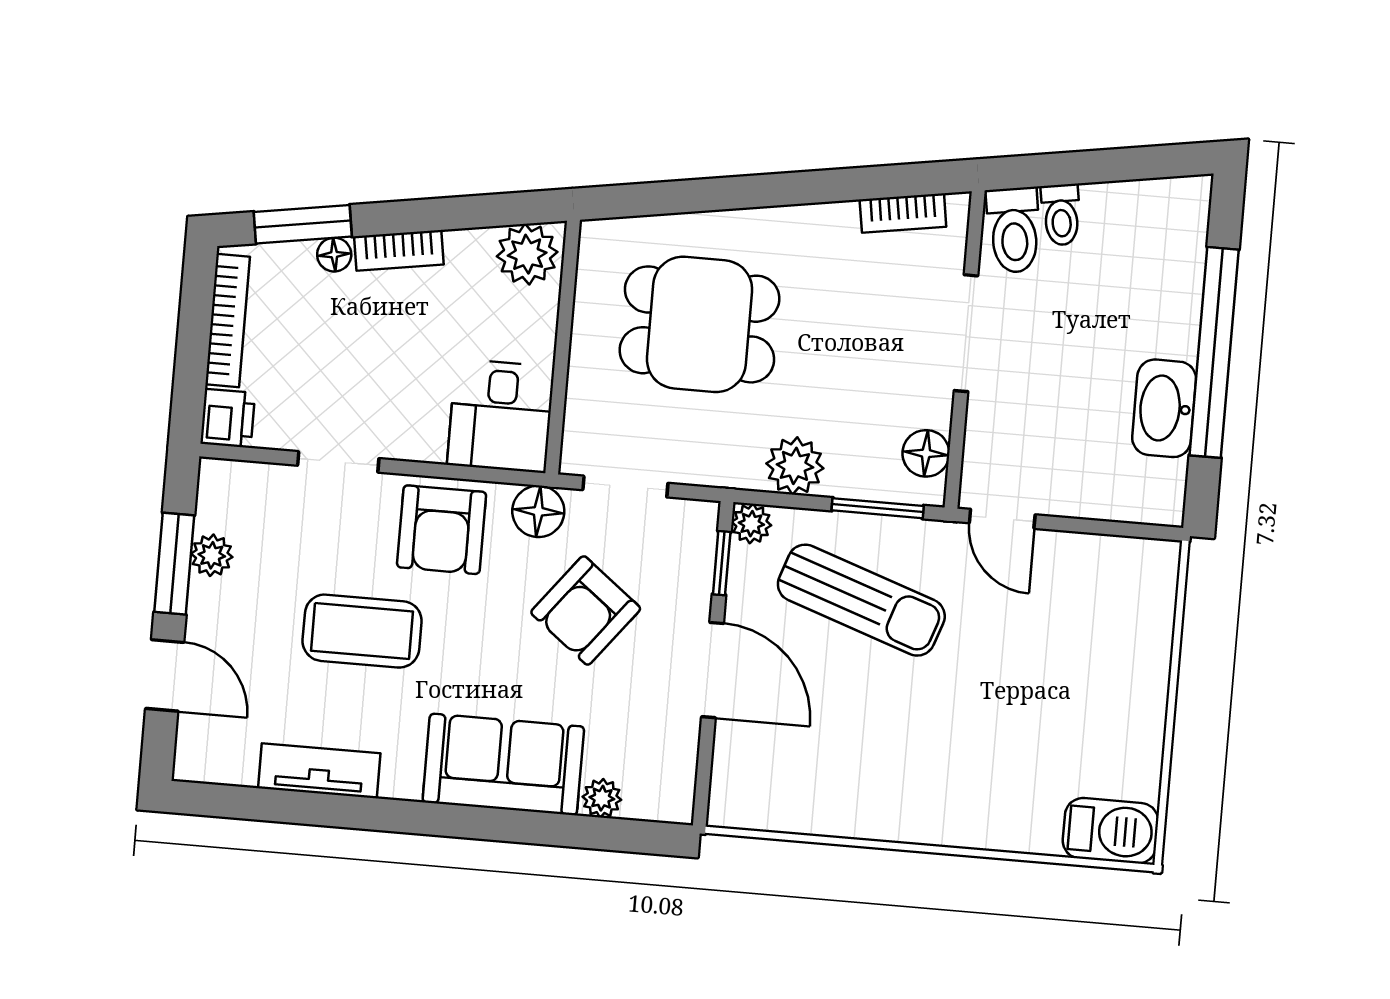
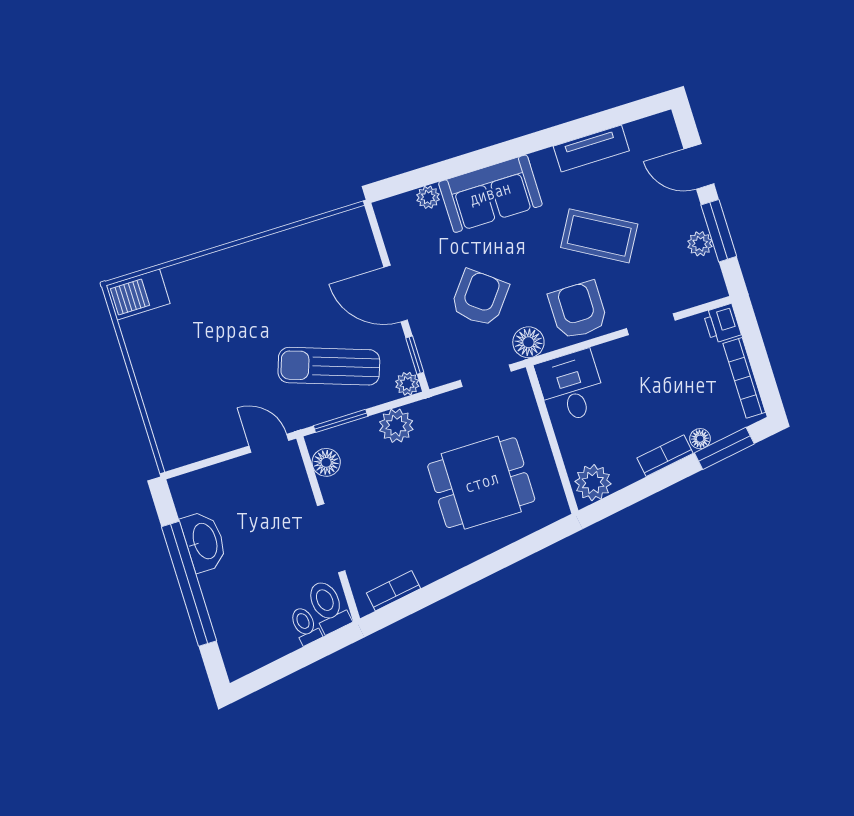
coffee table: (362, 631) -> (599, 236), turned 30

